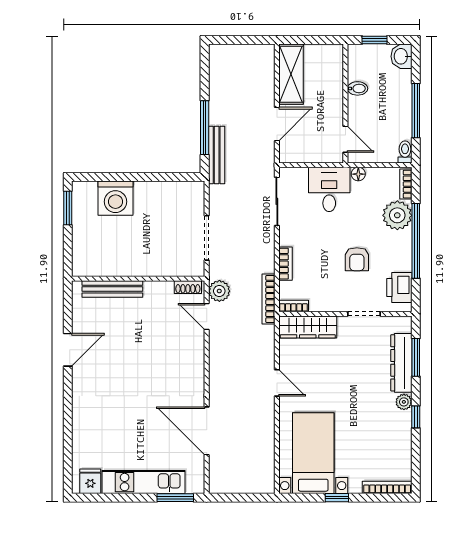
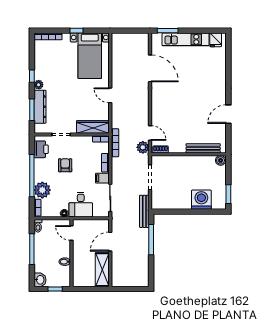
bench: (217, 155) -> (144, 211), moved
filing cabinet: (291, 236) -> (102, 178), added
boiler: (82, 268) -> (221, 160), added

